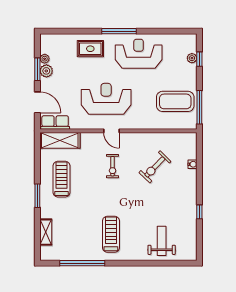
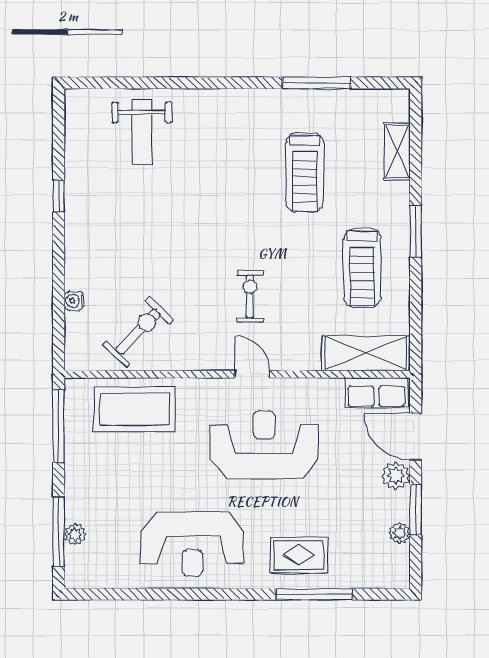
window: (119, 31) -> (314, 594), moved
window: (199, 59) -> (59, 532), width x2.17
plant: (46, 71) -> (396, 476), moved
reception desk: (106, 99) -> (264, 445), turned 180
coffee table: (175, 101) -> (134, 409), moved
exercise bike: (155, 167) -> (138, 332), moved
treadmill: (111, 234) -> (305, 172), moved
window: (82, 263) -> (317, 83), width x0.68

